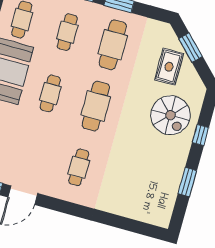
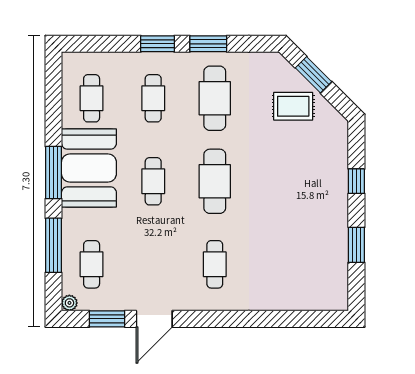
rug: (169, 67) -> (293, 106), turned 90
spiral stairs: (170, 115) -> (312, 167), removed

